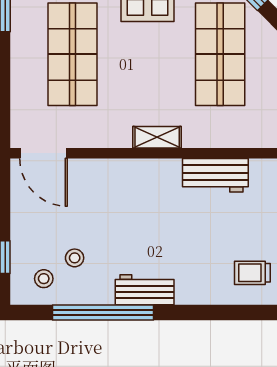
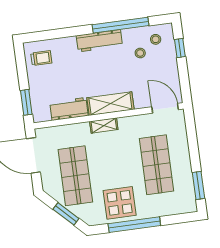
shelving: (140, 175) -> (110, 104), added
workbench: (145, 290) -> (99, 41), width x1.38

